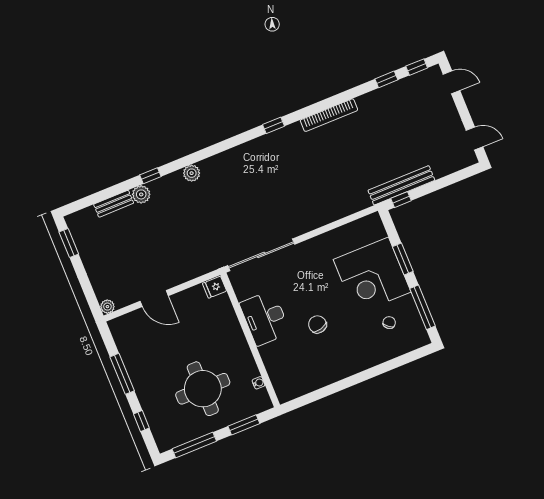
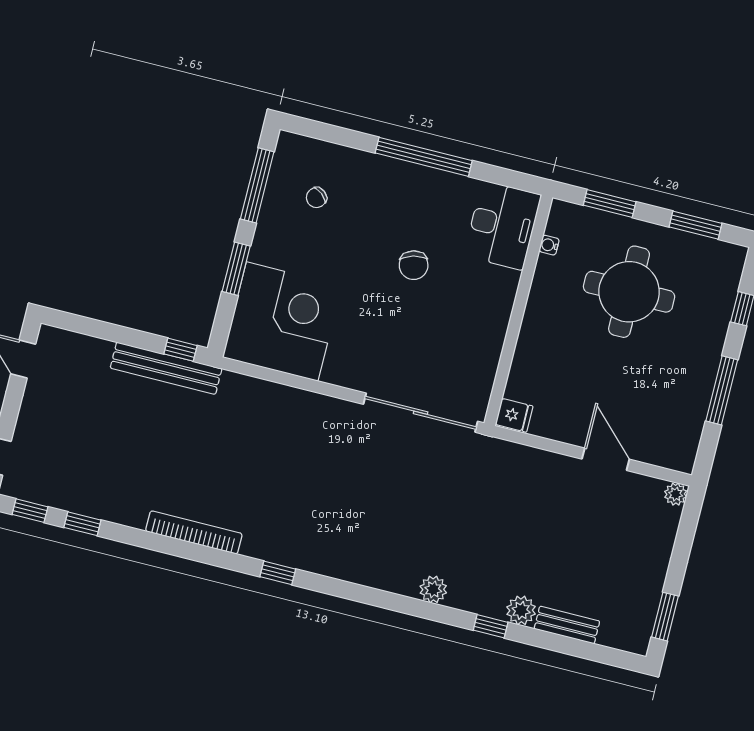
corner desk: (372, 276) -> (282, 322), moved
desk: (265, 318) -> (502, 225), moved
window: (351, 381) -> (424, 157), added
window: (194, 445) -> (696, 225), width x0.69

